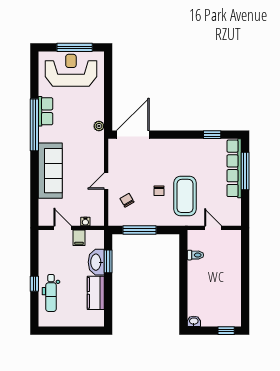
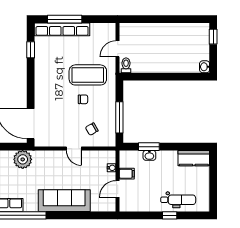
plant: (99, 126) -> (23, 159), width x1.87, depth x1.87
toilet: (195, 255) -> (126, 65), moved
washbasin: (96, 262) -> (149, 155), width x0.52, depth x0.69
kitchen counter: (96, 293) -> (194, 158), moved

